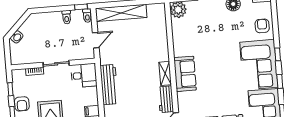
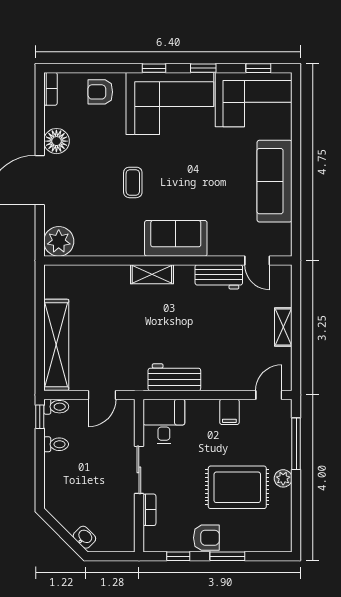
door: (96, 40) -> (102, 395), swing flipped
coffee table: (214, 48) -> (133, 182), added
shelving: (165, 73) -> (152, 274), moved
workbench: (109, 85) -> (174, 377), width x0.73

